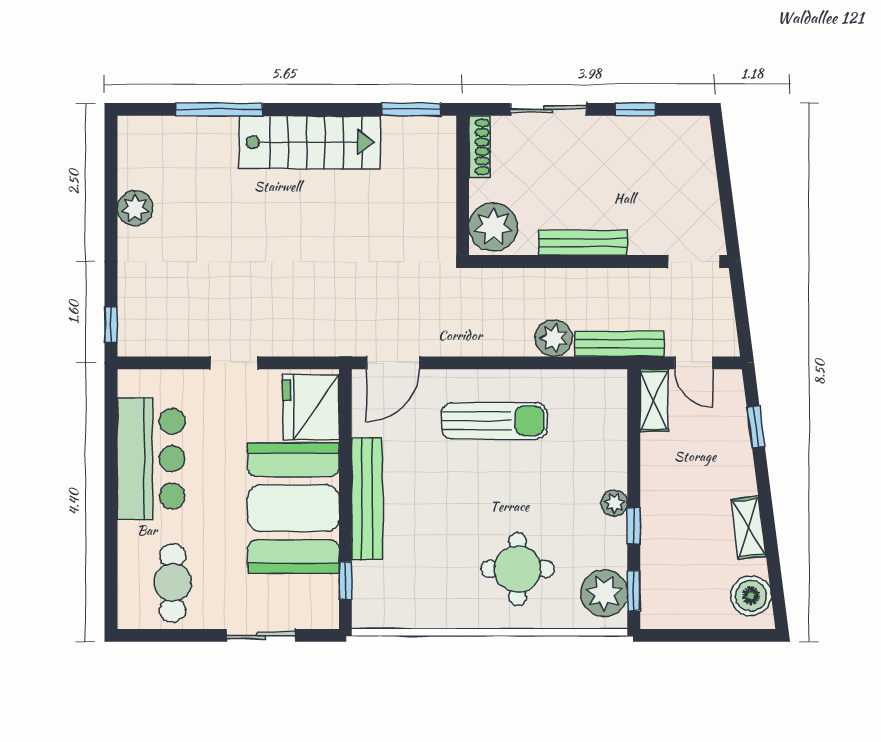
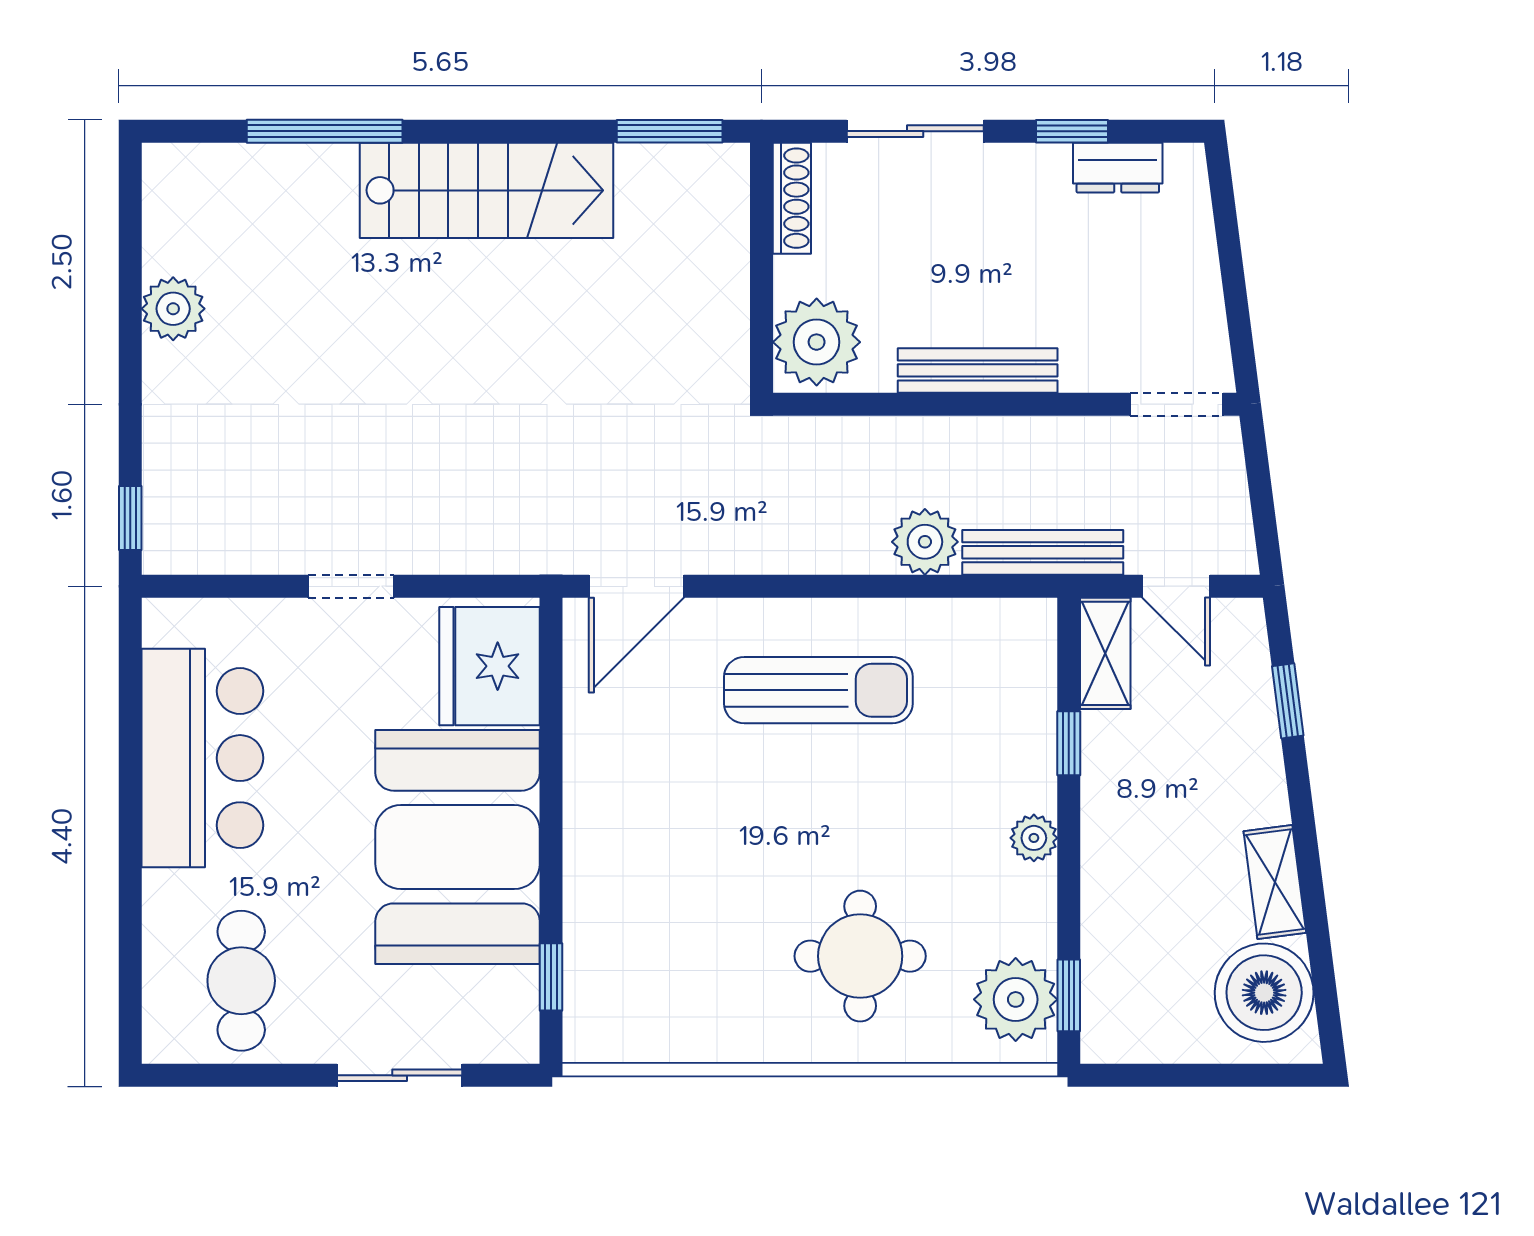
dresser: (661, 130) -> (1118, 168), added
bench: (367, 499) -> (590, 830), removed
window: (634, 526) -> (1069, 743), moved
boiler: (751, 596) -> (1264, 993), width x1.37, depth x1.37

